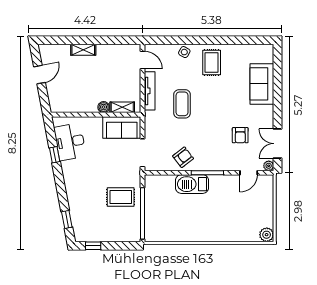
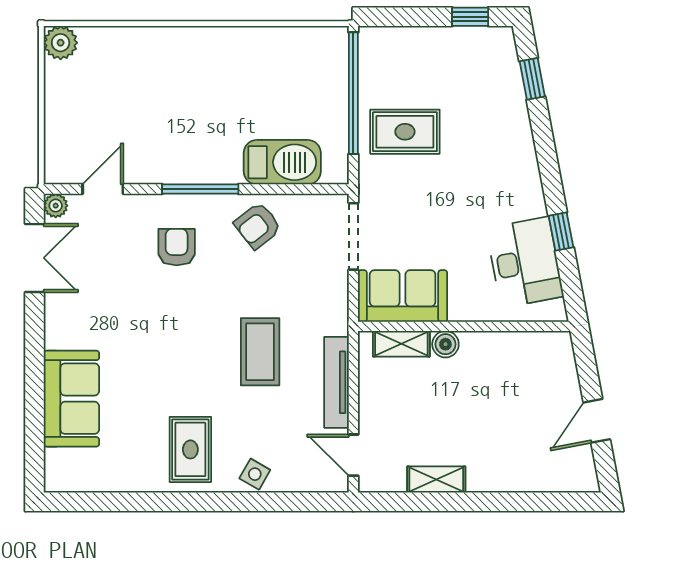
shelving: (83, 50) -> (436, 480), moved
armchair: (240, 135) -> (177, 247), moved
barbecue: (192, 184) -> (282, 162), moved

